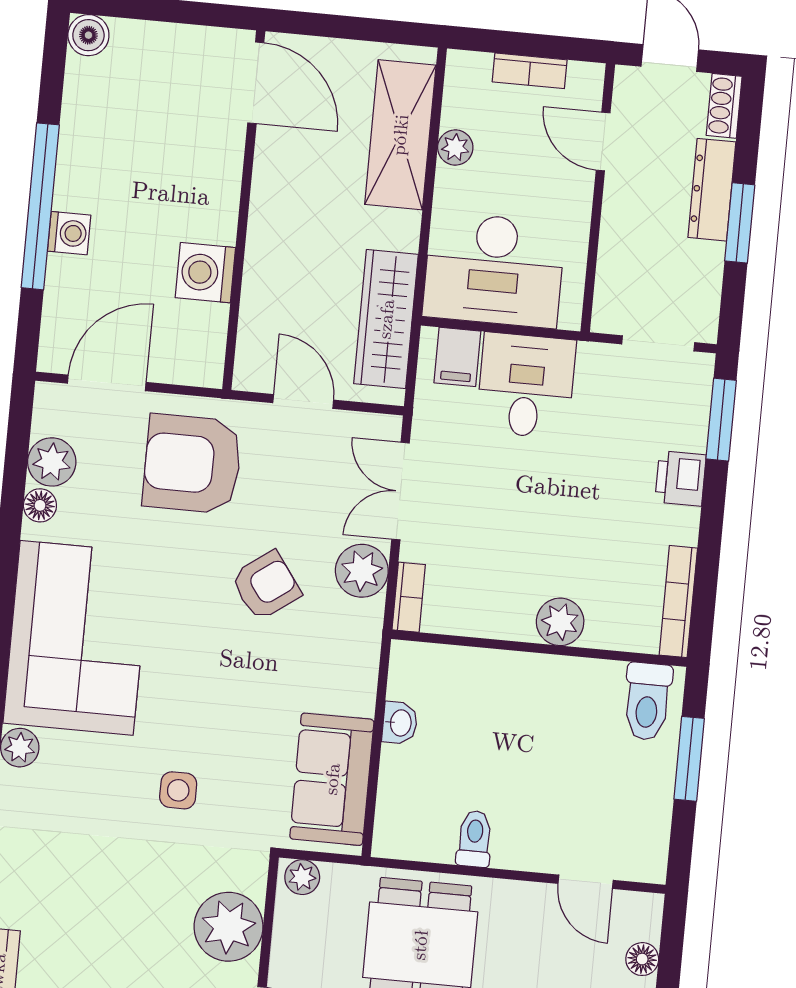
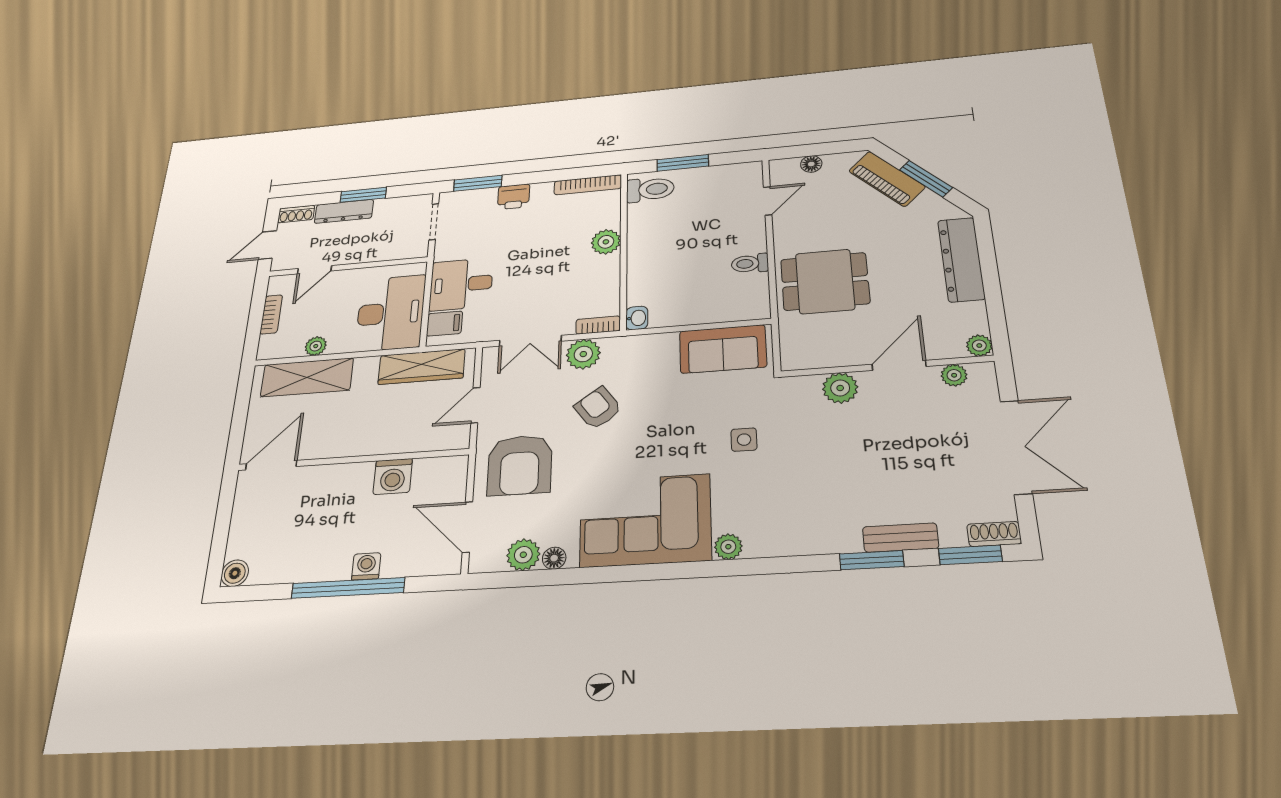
washbasin: (400, 723) -> (637, 318), moved, turned 90
plant: (302, 877) -> (792, 356), removed
plant: (228, 927) -> (840, 388), width x0.73, depth x0.73

